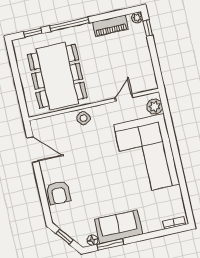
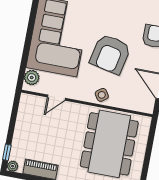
armchair: (92, 159) -> (110, 54), added

